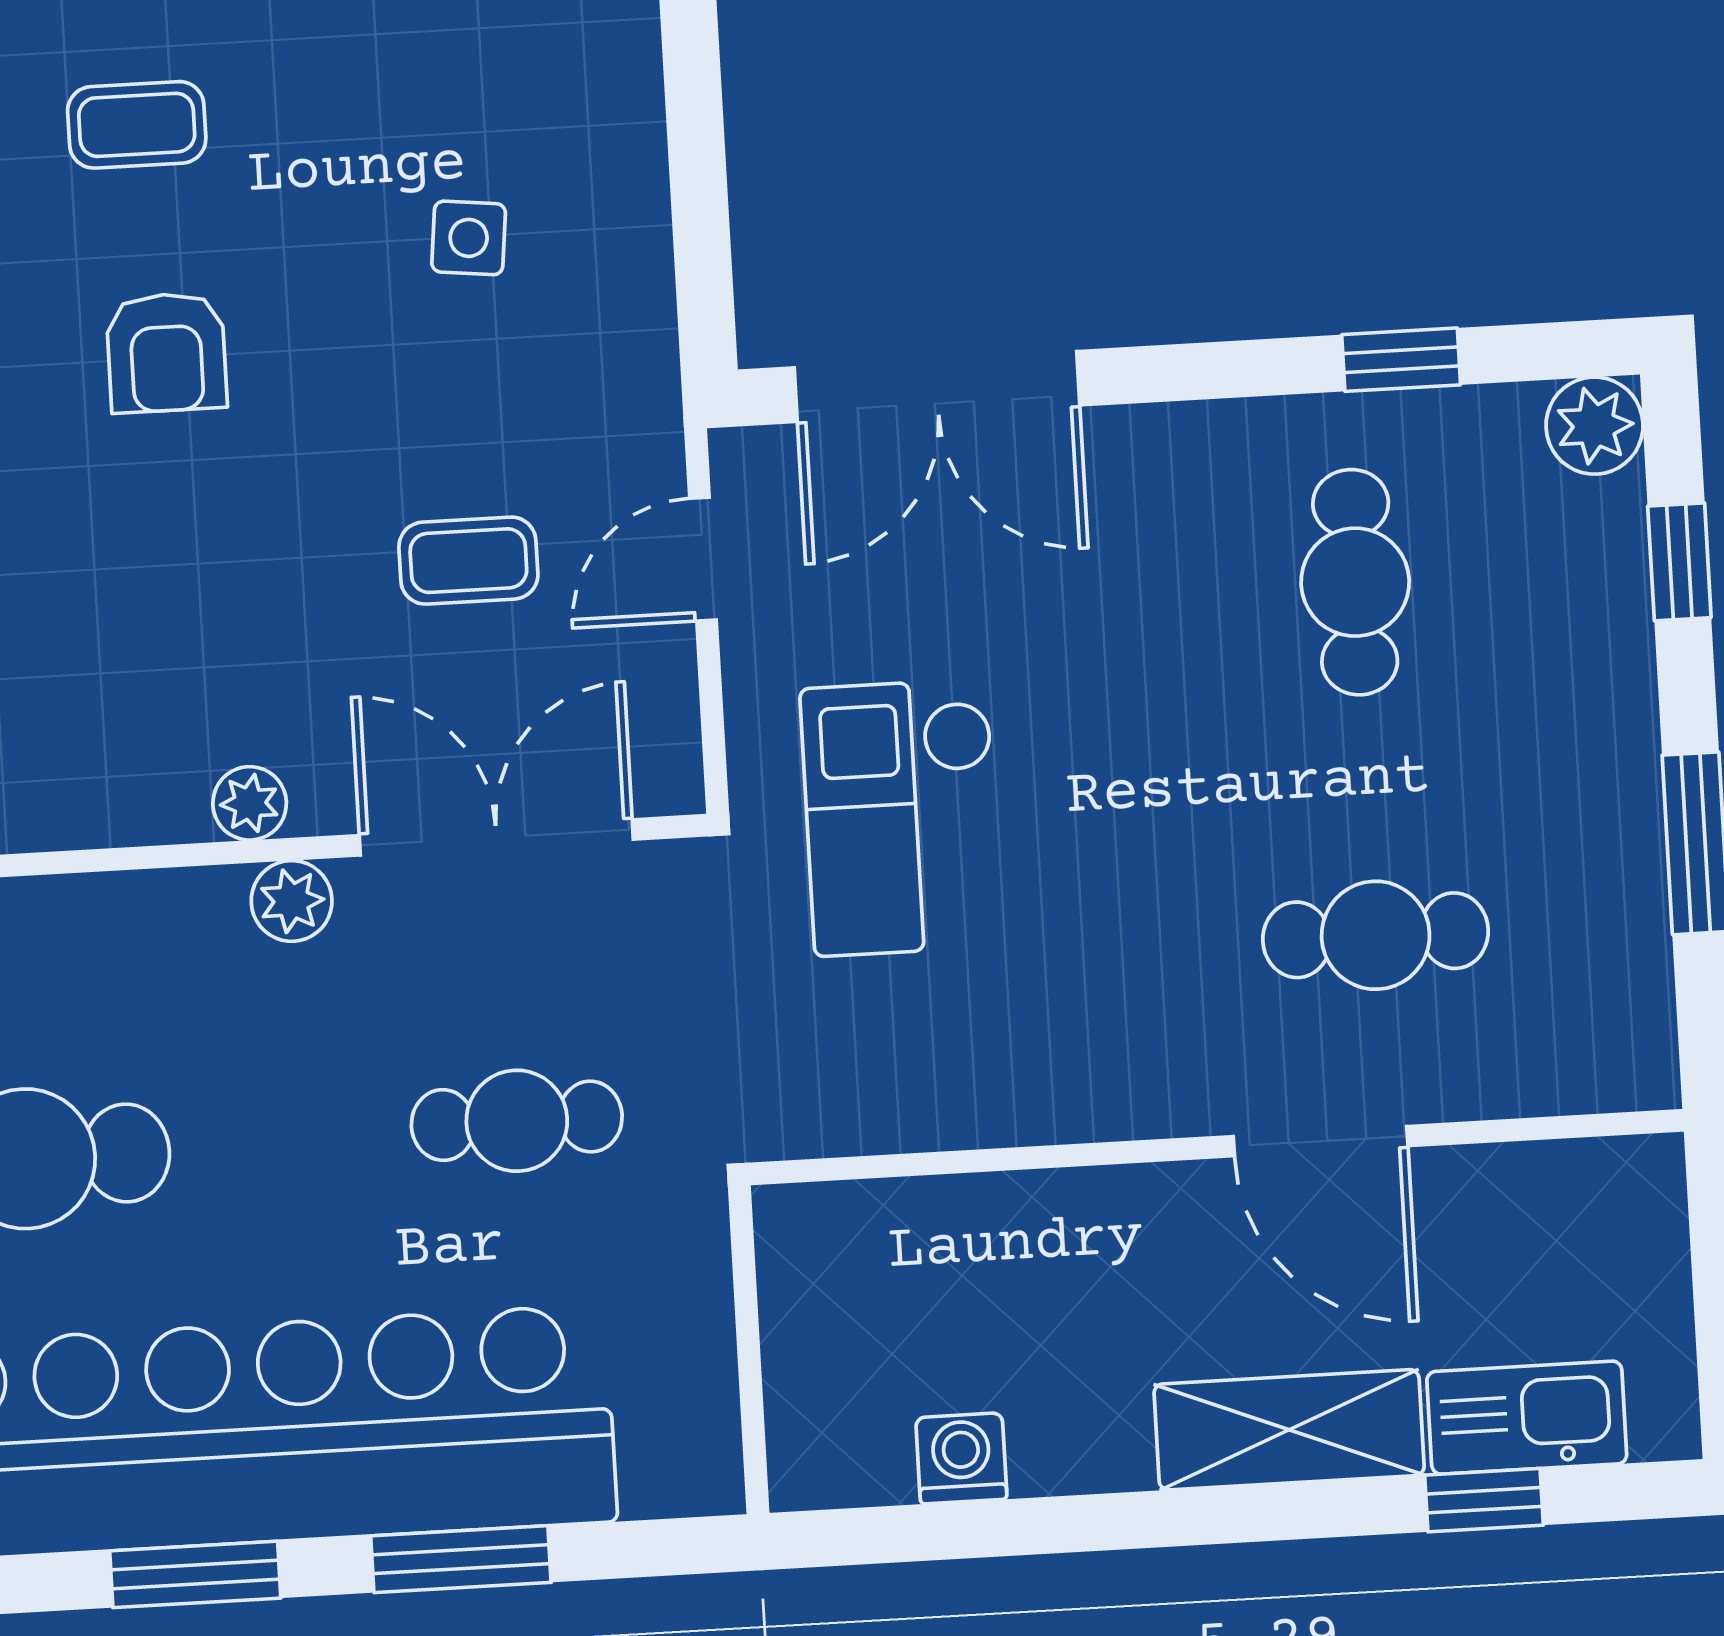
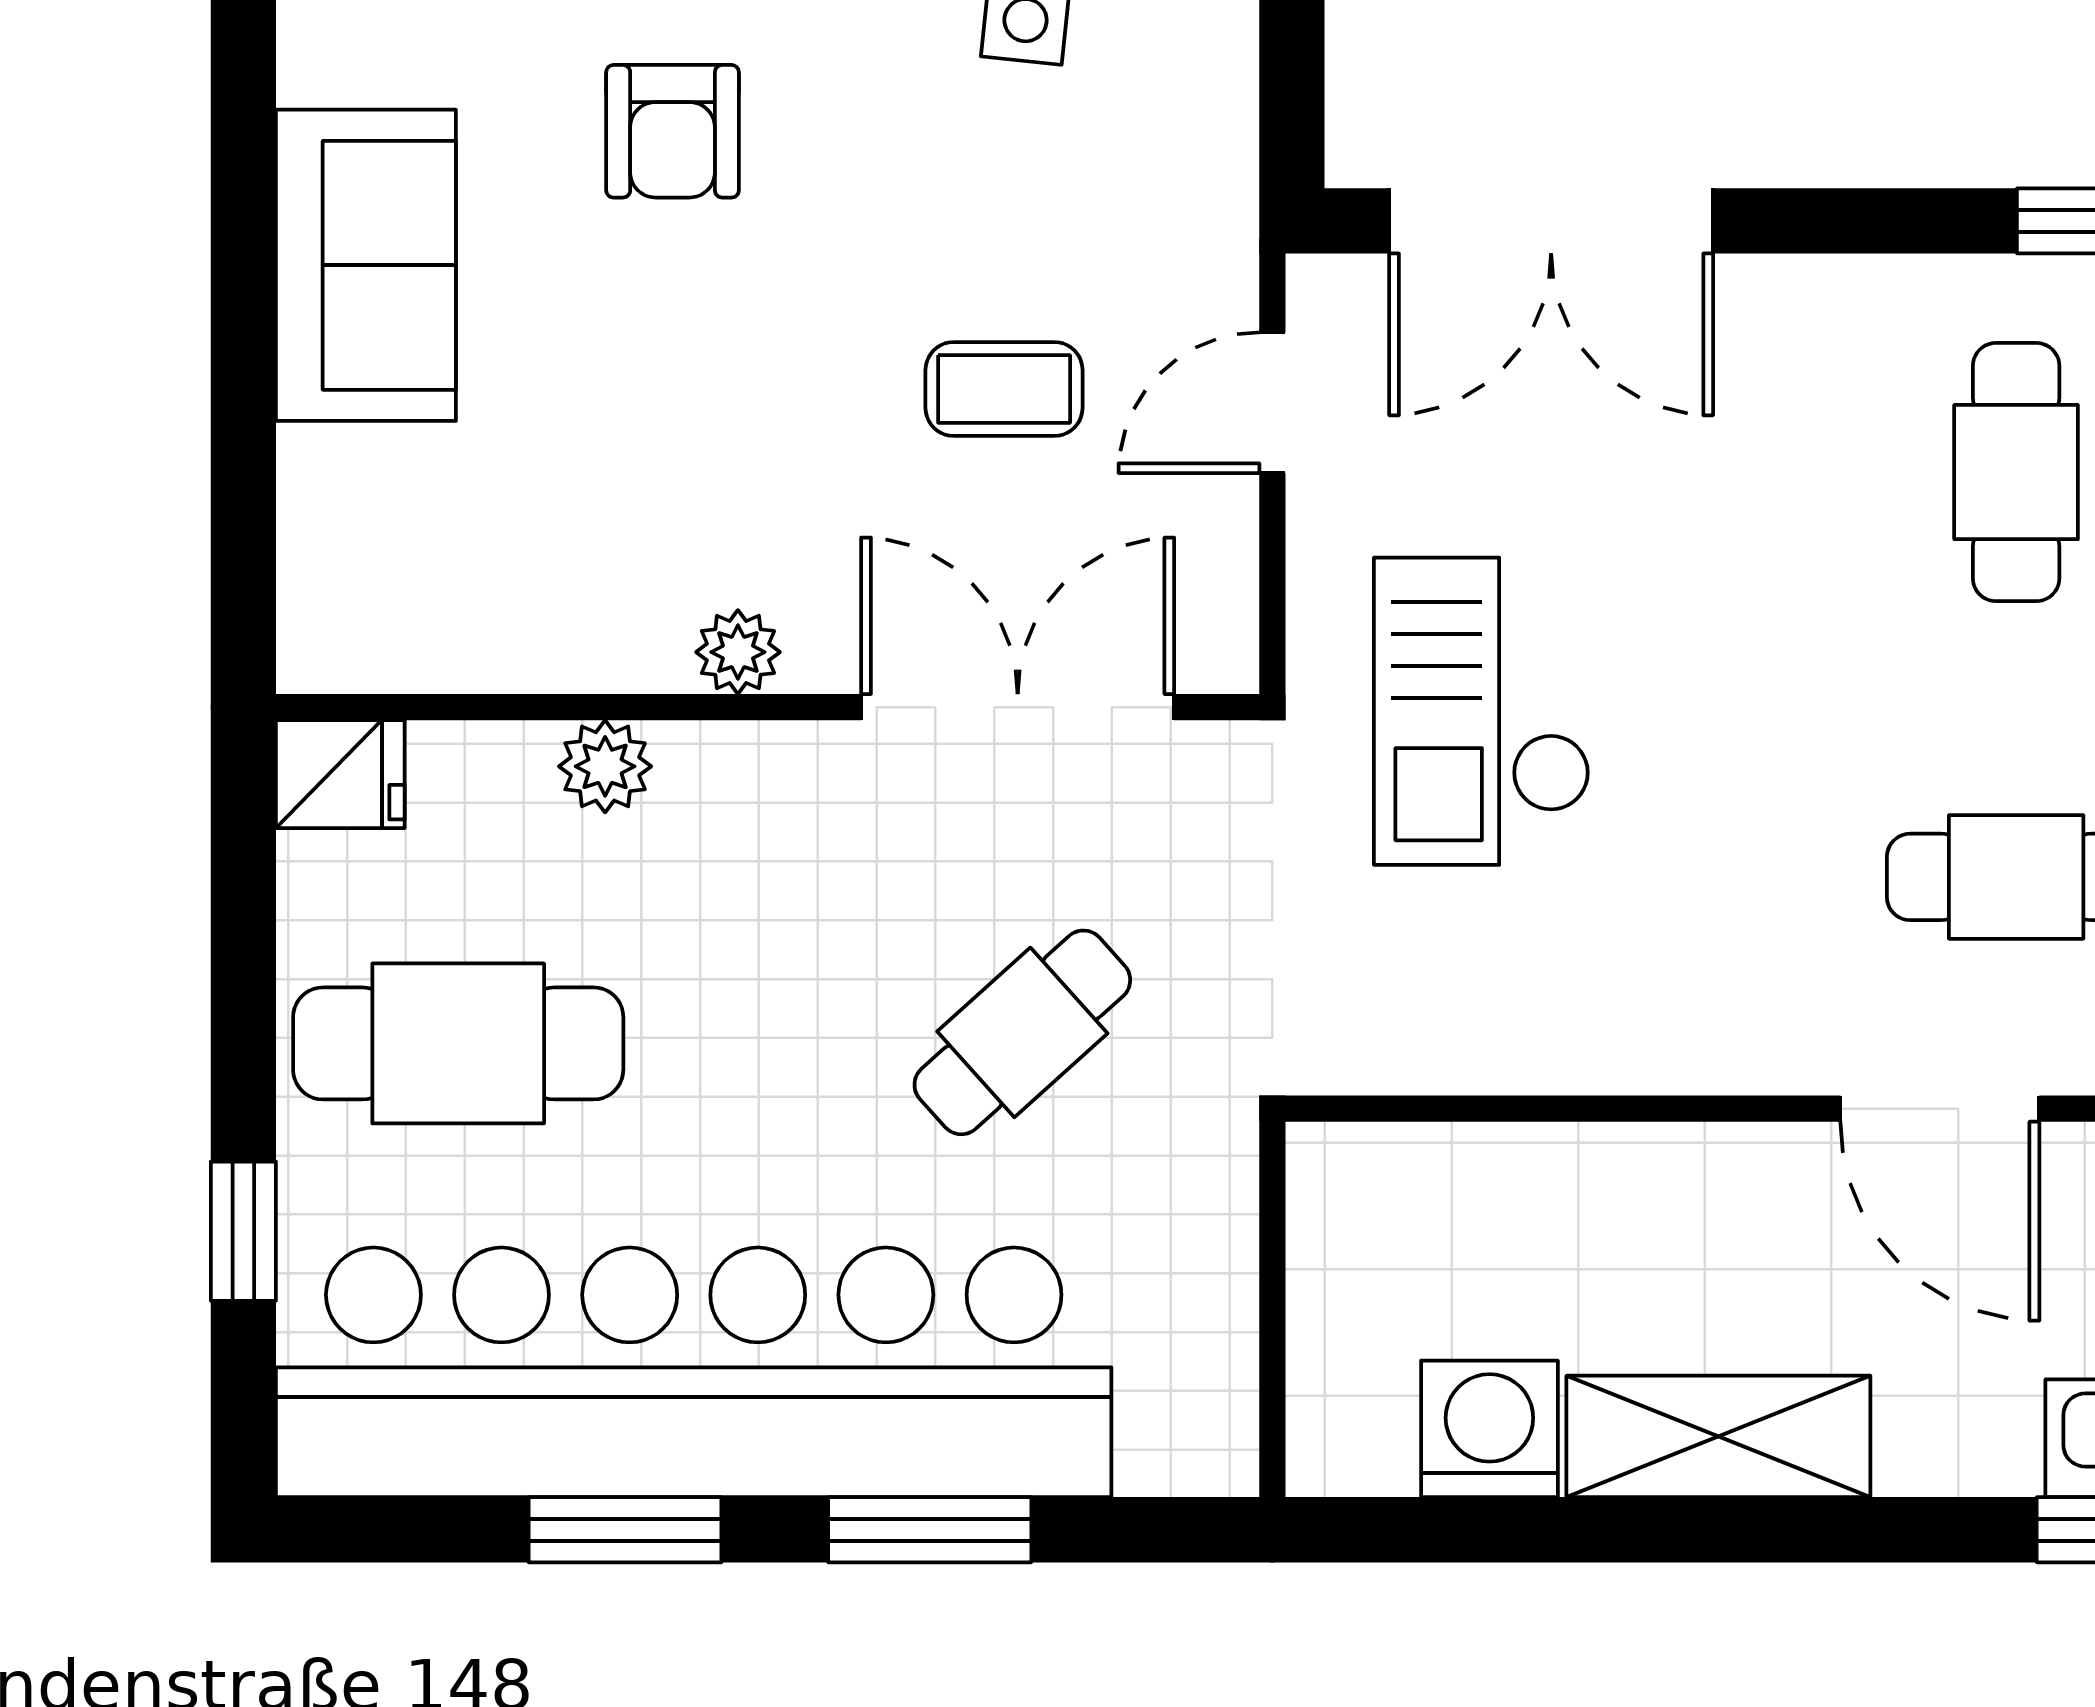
plant: (292, 901) -> (605, 766), moved
cafe table: (517, 1121) -> (1022, 1032), turned -42
shelving: (1289, 1430) -> (1718, 1436), moved
washing machine: (961, 1458) -> (1489, 1429), width x1.38, depth x1.38

